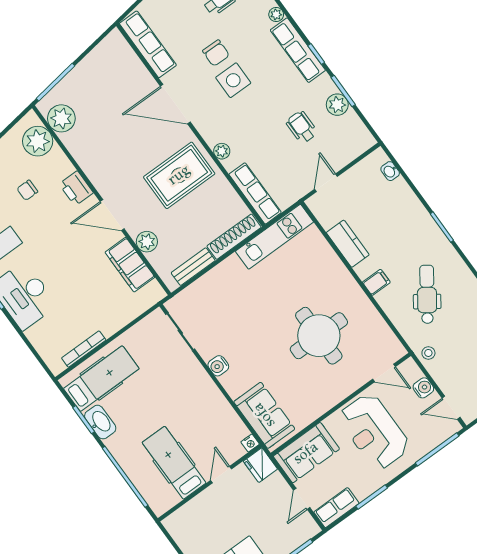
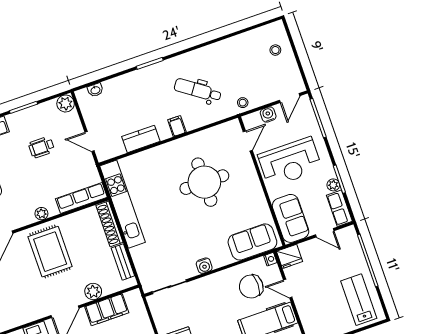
plant: (337, 105) -> (66, 103), moved
kitchen unit: (274, 237) -> (123, 204), width x1.36
chair: (210, 430) -> (251, 286), added
plant: (362, 492) -> (333, 185), added

